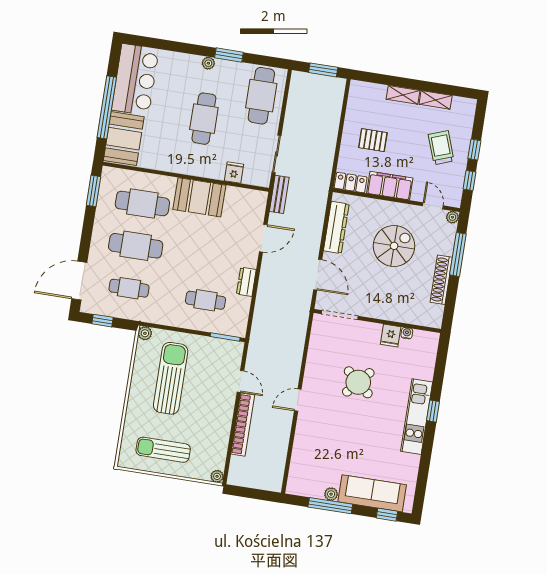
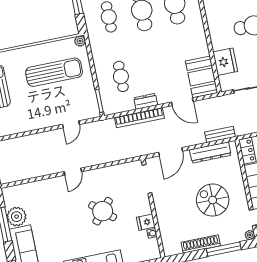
fridge: (234, 172) -> (225, 62), width x1.88, depth x1.34
bench: (279, 194) -> (220, 134), moved
booth: (199, 197) -> (202, 77), moved
spiral stairs: (394, 246) -> (213, 200), turned 180
door: (298, 400) -> (73, 172), swing flipped
bookcase: (243, 425) -> (139, 118), moved
plant: (331, 494) -> (17, 217), width x1.88, depth x1.88

